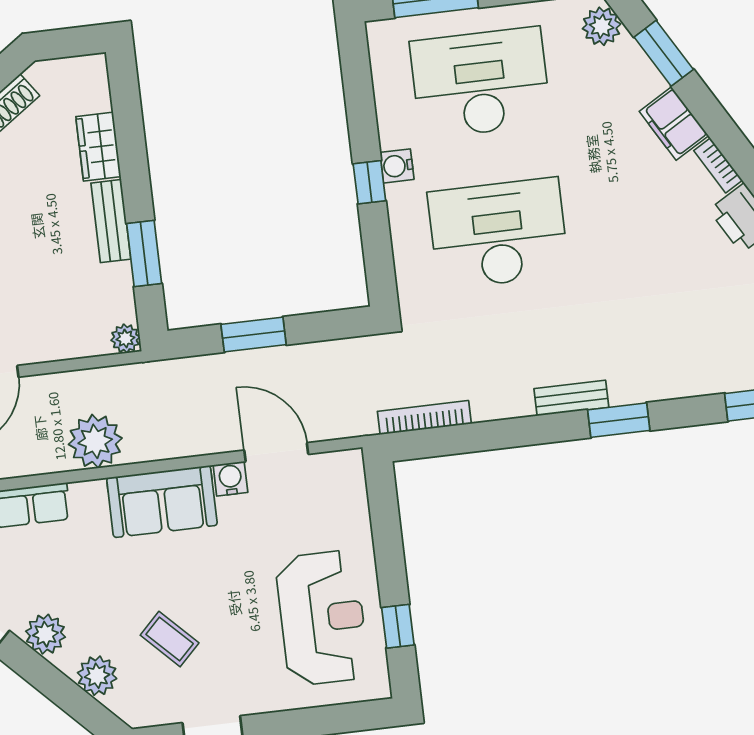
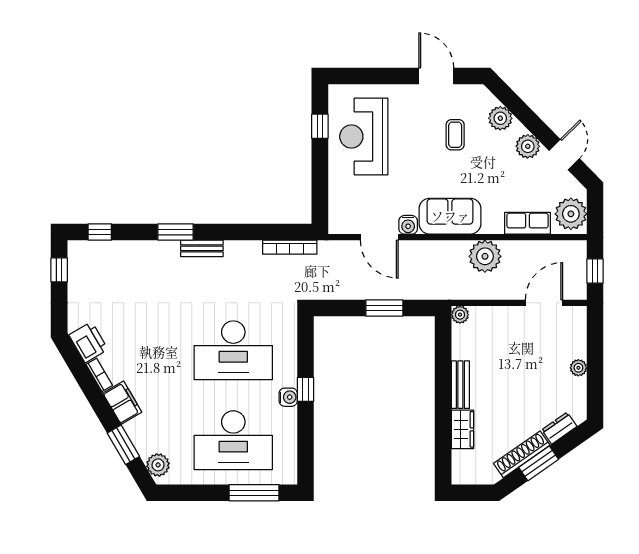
window: (144, 253) -> (443, 363), removed
coffee table: (170, 639) -> (455, 135), turned 45

